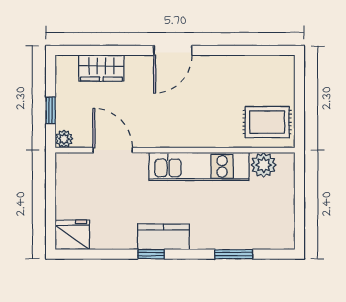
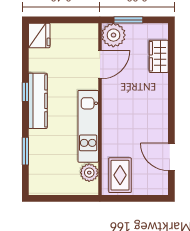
door: (173, 50) -> (171, 157), moved
window: (51, 110) -> (128, 20), width x1.50
plant: (64, 139) -> (113, 35), width x1.88, depth x1.88
kitchen counter: (163, 237) -> (38, 101), width x1.50

